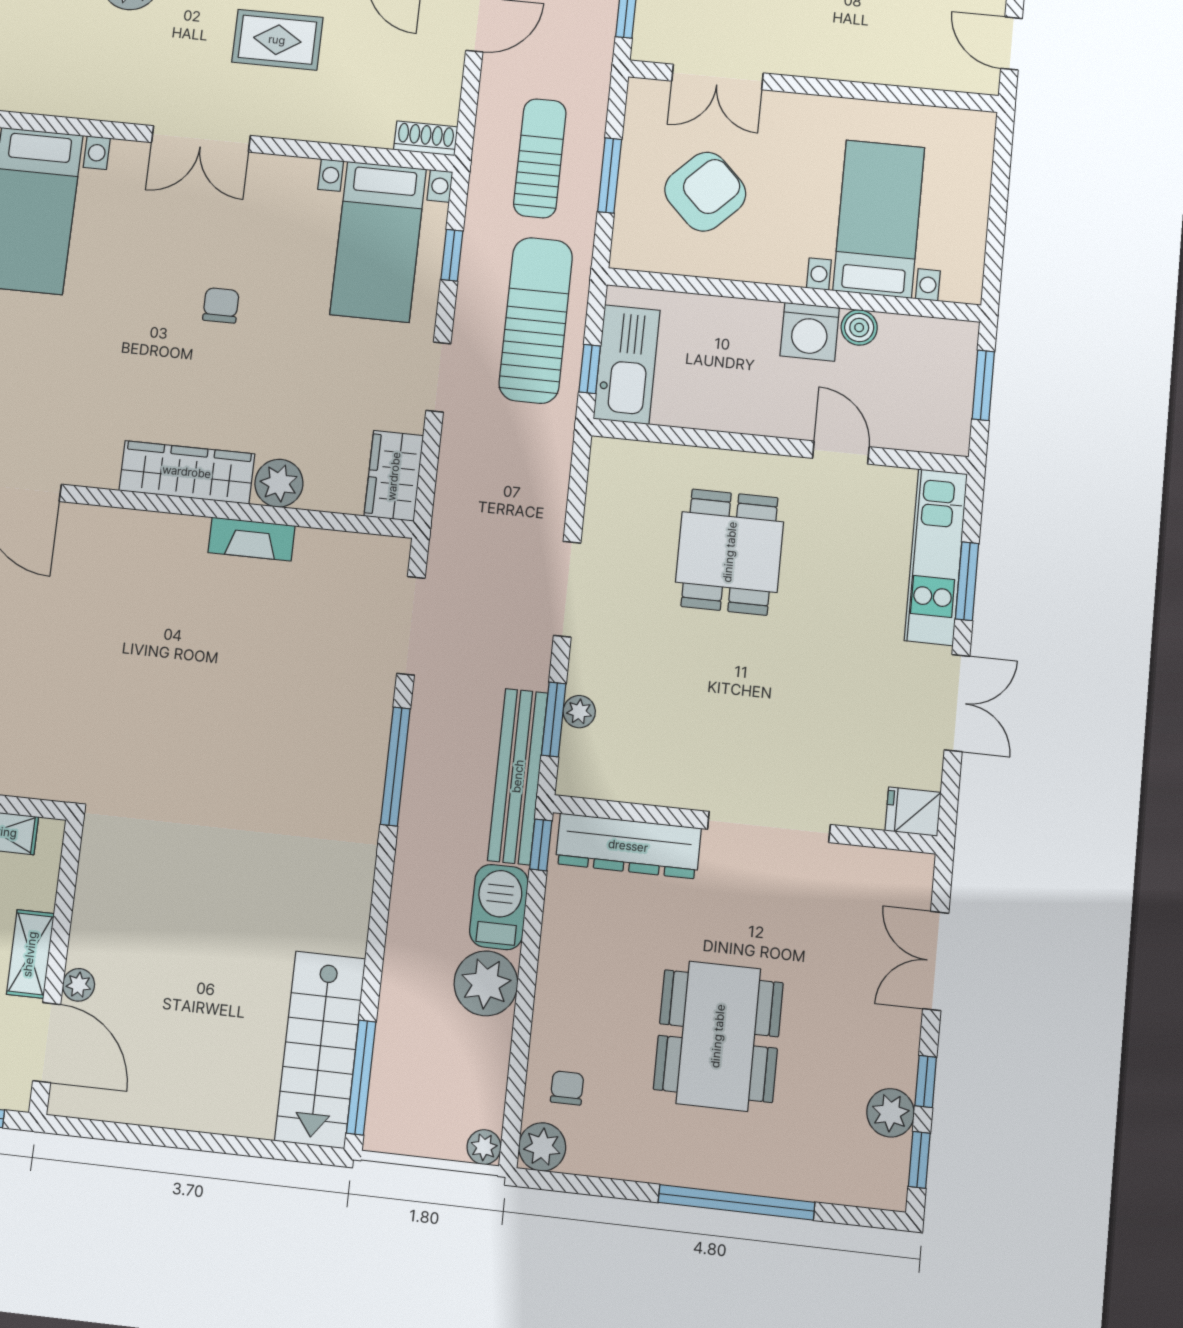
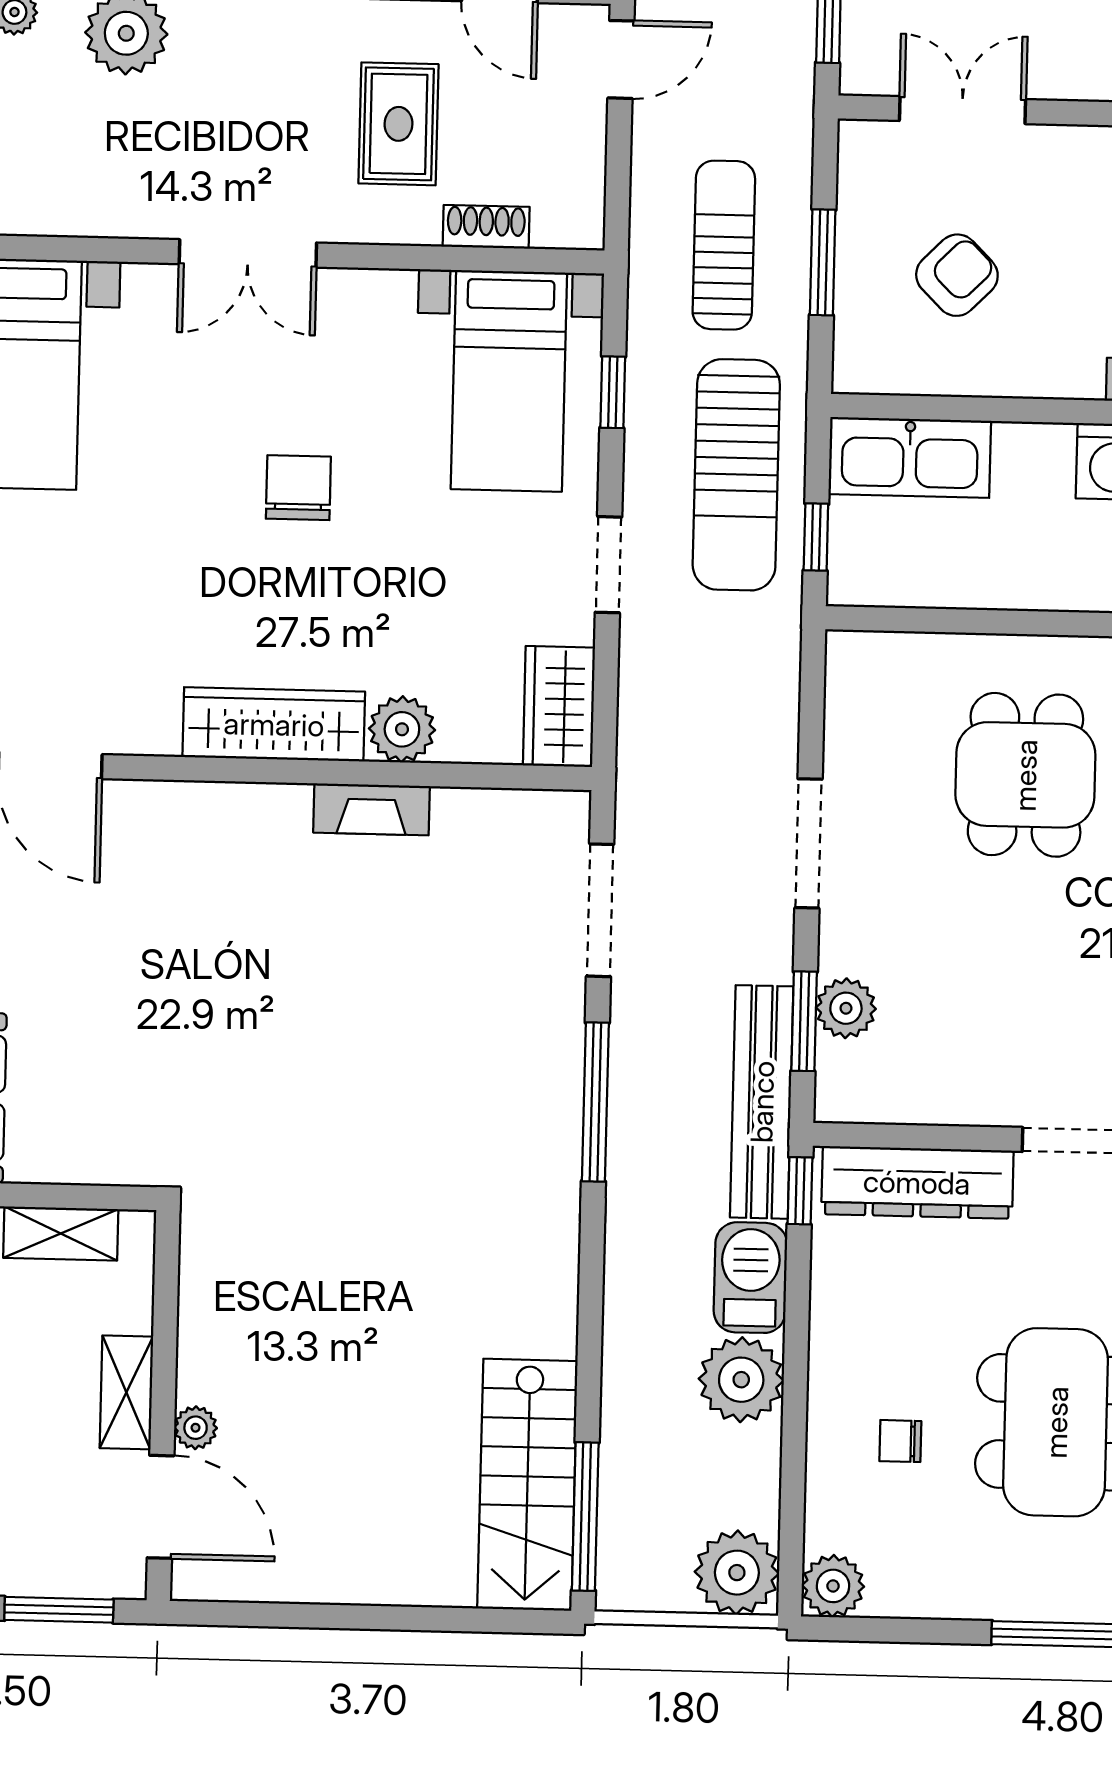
rug: (277, 40) -> (398, 124), moved, turned 90
double door: (717, 77) -> (962, 110), swing flipped
shoe rack: (426, 138) -> (486, 227), moved
armchair: (705, 192) -> (957, 275), width x0.72, depth x0.72
chair: (221, 305) -> (298, 488), width x1.37, depth x1.37
sun lounger: (536, 320) -> (736, 475), turned 180
kitchen sink: (627, 365) -> (910, 457), moved, turned 90
plant: (579, 712) -> (846, 1008), width x1.38, depth x1.38
chair: (567, 1088) -> (900, 1441), moved, turned -90
plant: (484, 1147) -> (737, 1573), width x1.88, depth x1.88

